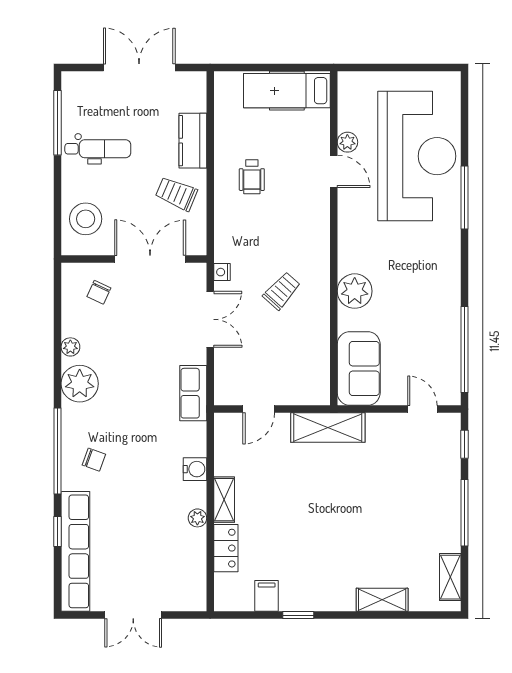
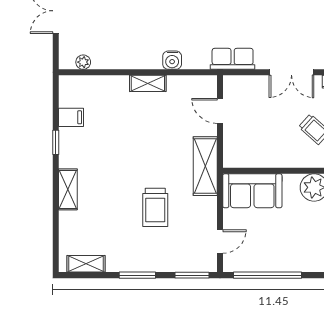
window: (465, 444) -> (192, 275), width x1.50
trolley: (380, 490) -> (155, 207), added
window: (465, 513) -> (137, 275), width x0.69
plant: (197, 518) -> (83, 62), moved
locker: (226, 548) -> (109, 85), removed
shelving: (382, 600) -> (68, 189), moved

